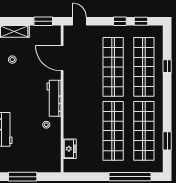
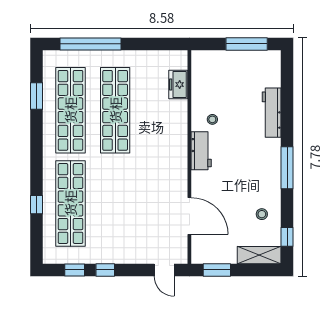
shop shelf: (113, 67) -> (115, 203), removed
workbench: (54, 98) -> (201, 151), width x0.73

